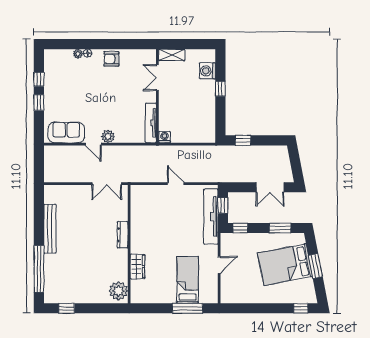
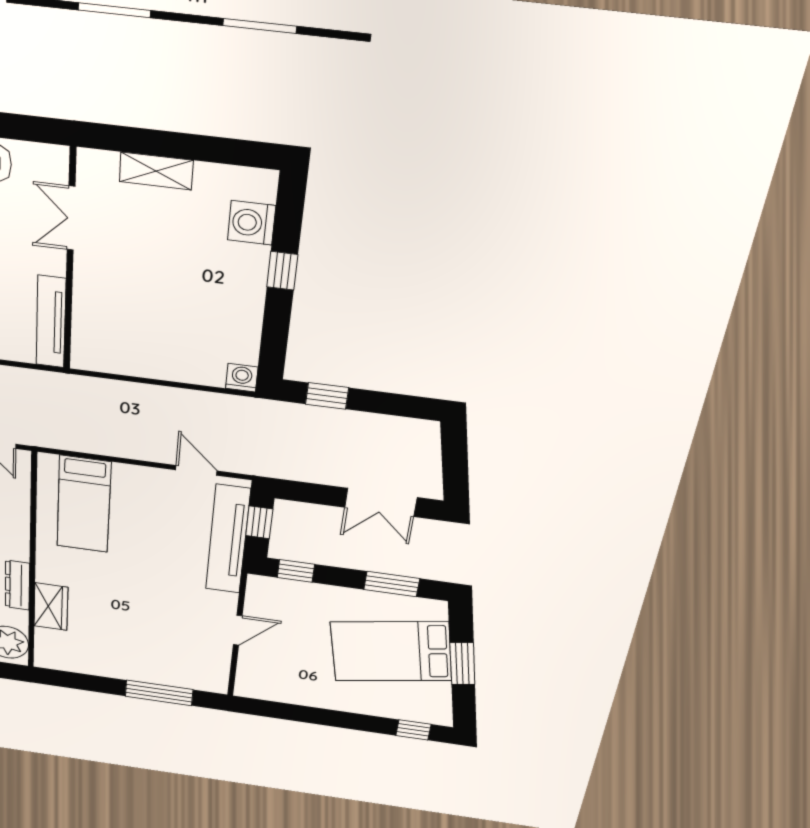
double door: (157, 78) -> (71, 218), moved
wall: (157, 96) -> (70, 262), moved
tv unit: (151, 123) -> (51, 322), moved
washing machine: (164, 137) -> (242, 378), moved
door: (176, 184) -> (196, 470), moved
dresser: (123, 235) -> (17, 585), moved
bed: (188, 280) -> (84, 504), moved, turned 180

